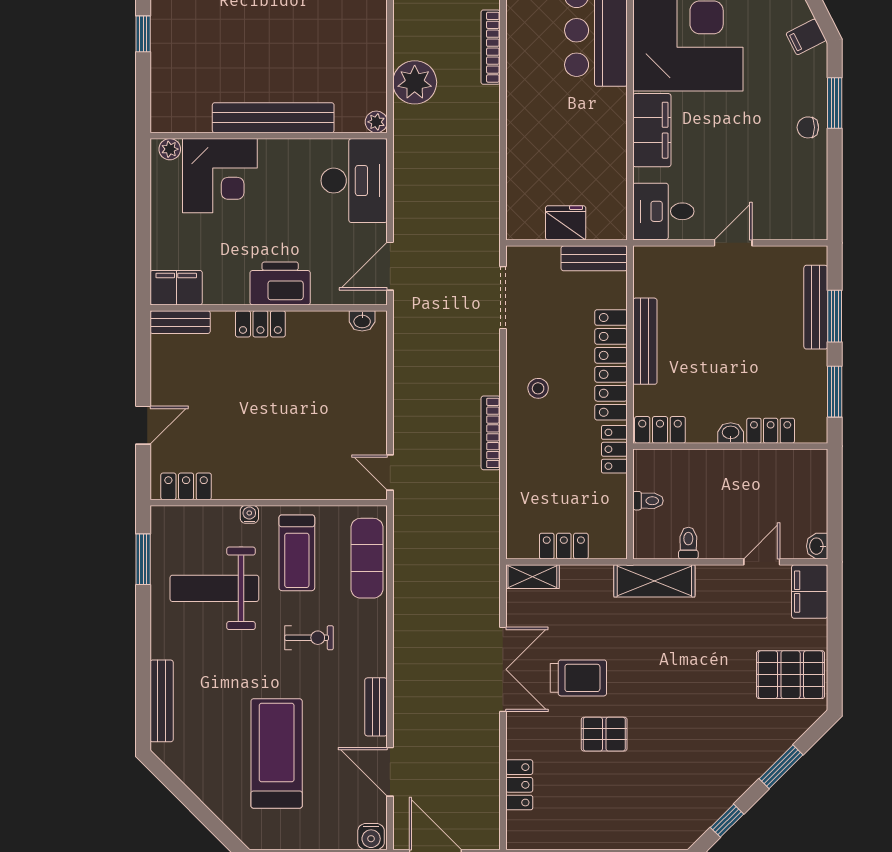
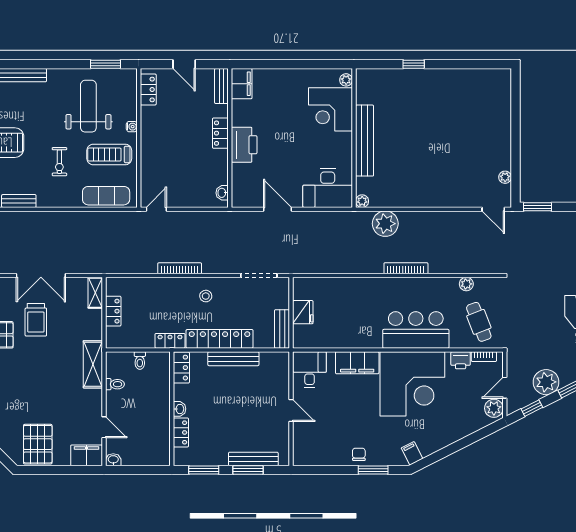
printer: (280, 283) -> (244, 145), moved
filing cabinet: (176, 288) -> (242, 84), moved
wall: (269, 308) -> (230, 138), moved
washbasin: (362, 321) -> (222, 193), moved
bench: (180, 322) -> (221, 86), moved
locker: (260, 324) -> (220, 133), moved

